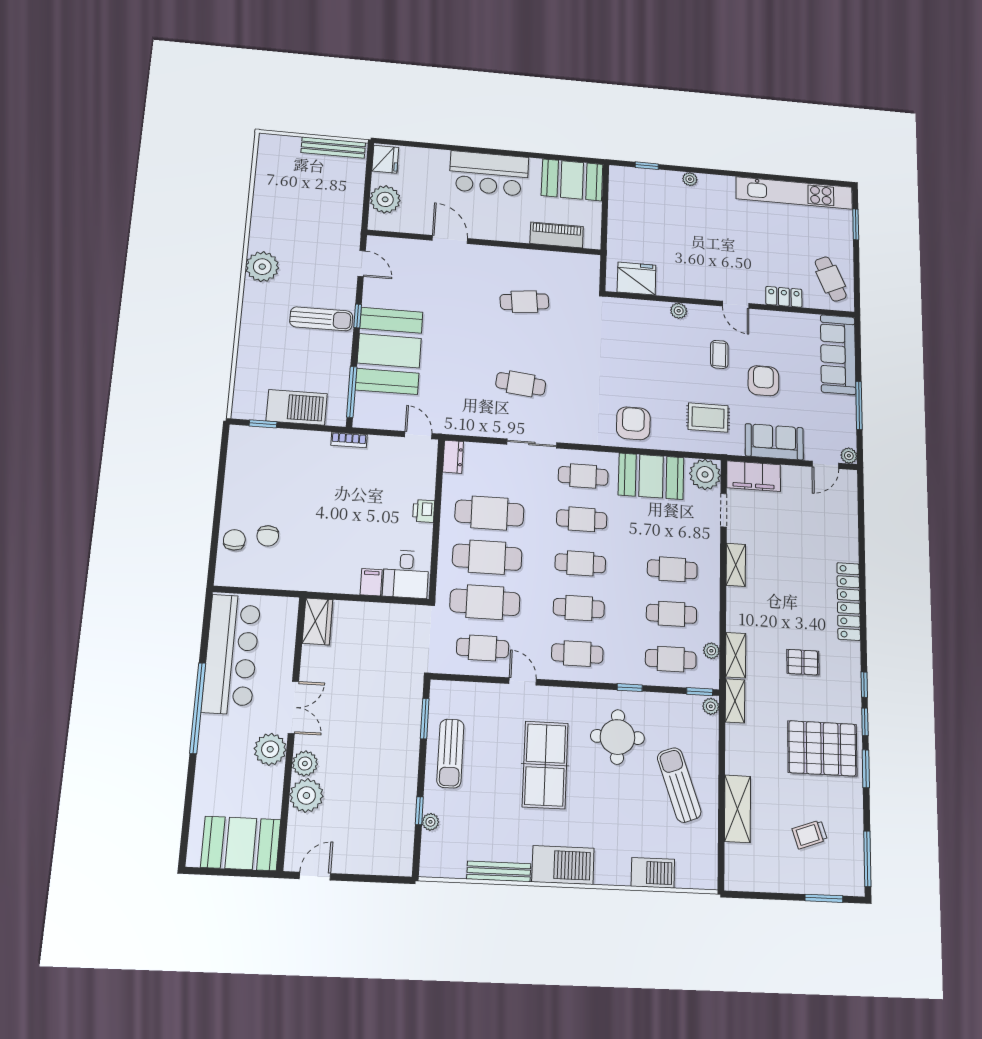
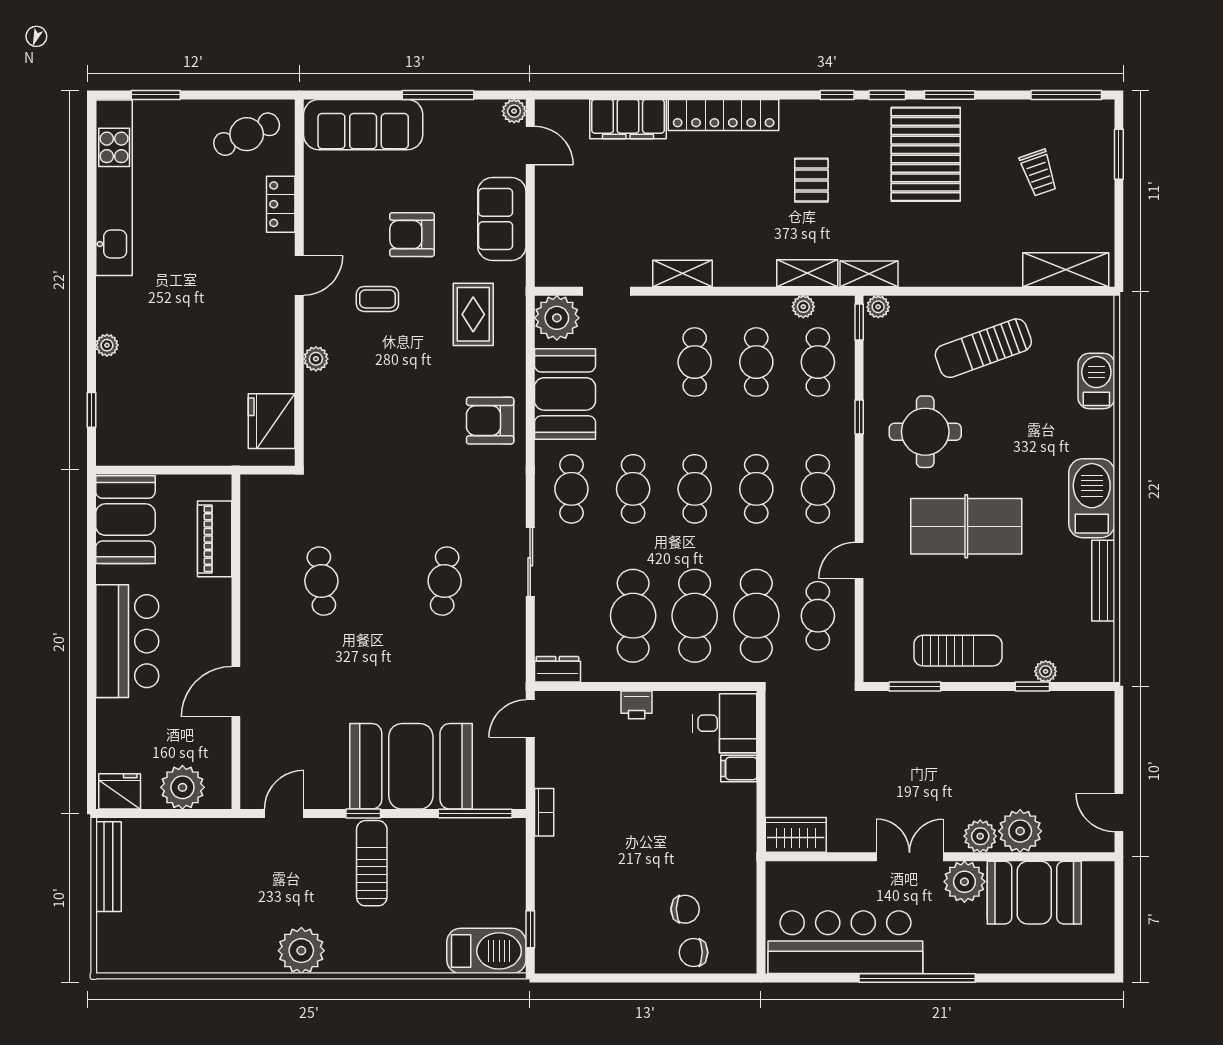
barbecue: (297, 407) -> (486, 951), moved, turned 90
filing cabinet: (754, 476) -> (628, 119), moved, turned 90
shelving: (737, 809) -> (1066, 270), moved
booth: (241, 843) -> (1034, 893), moved, turned 90

